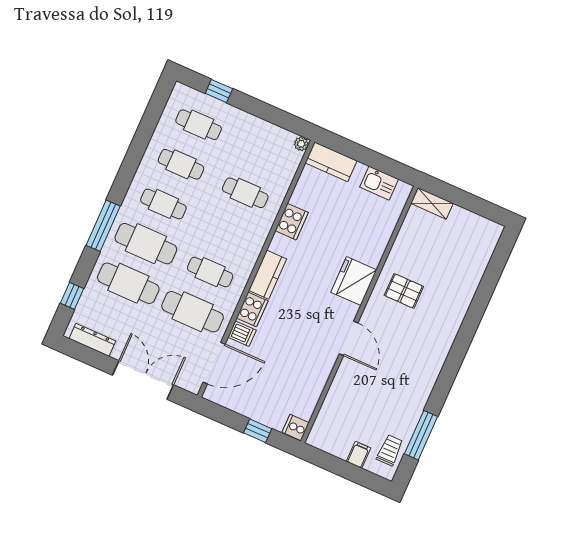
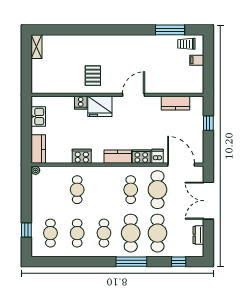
shelving: (432, 203) -> (36, 47), moved
dresser: (92, 340) -> (198, 235), width x0.70
kitchen counter: (309, 395) -> (175, 103), added
cooker: (296, 428) -> (81, 103), moved

